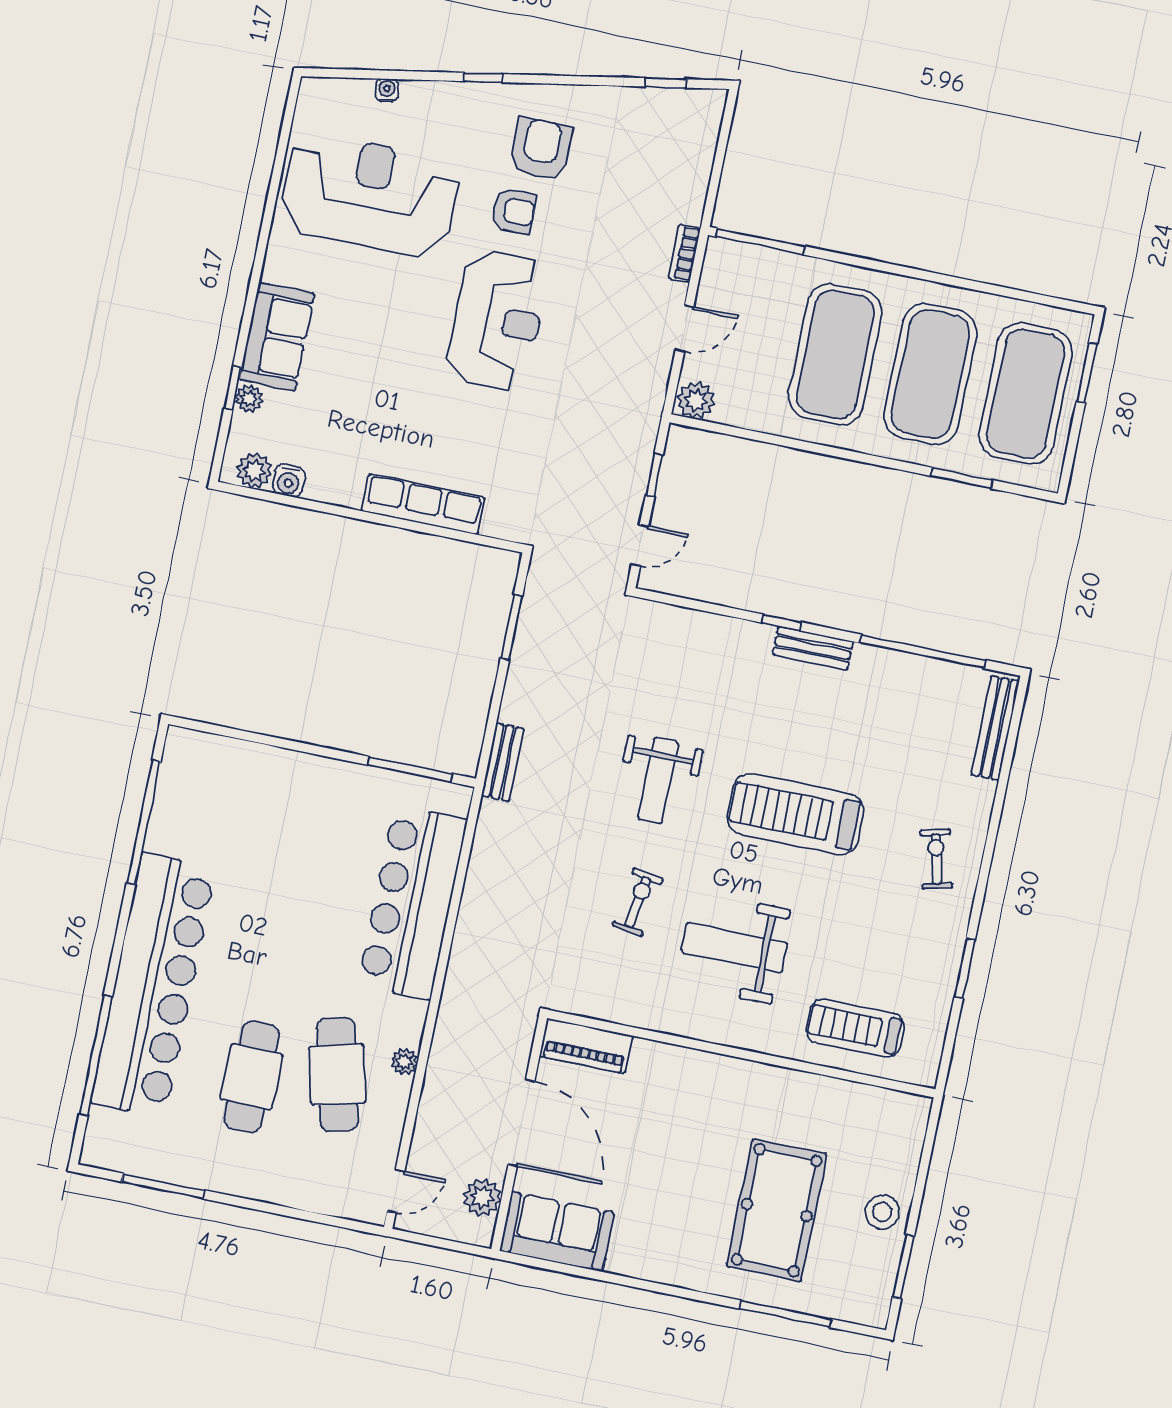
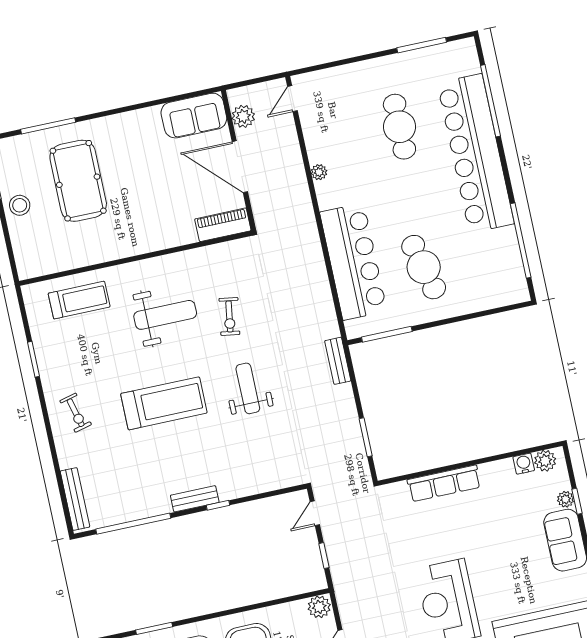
cafe table: (337, 1074) -> (424, 267), moved

